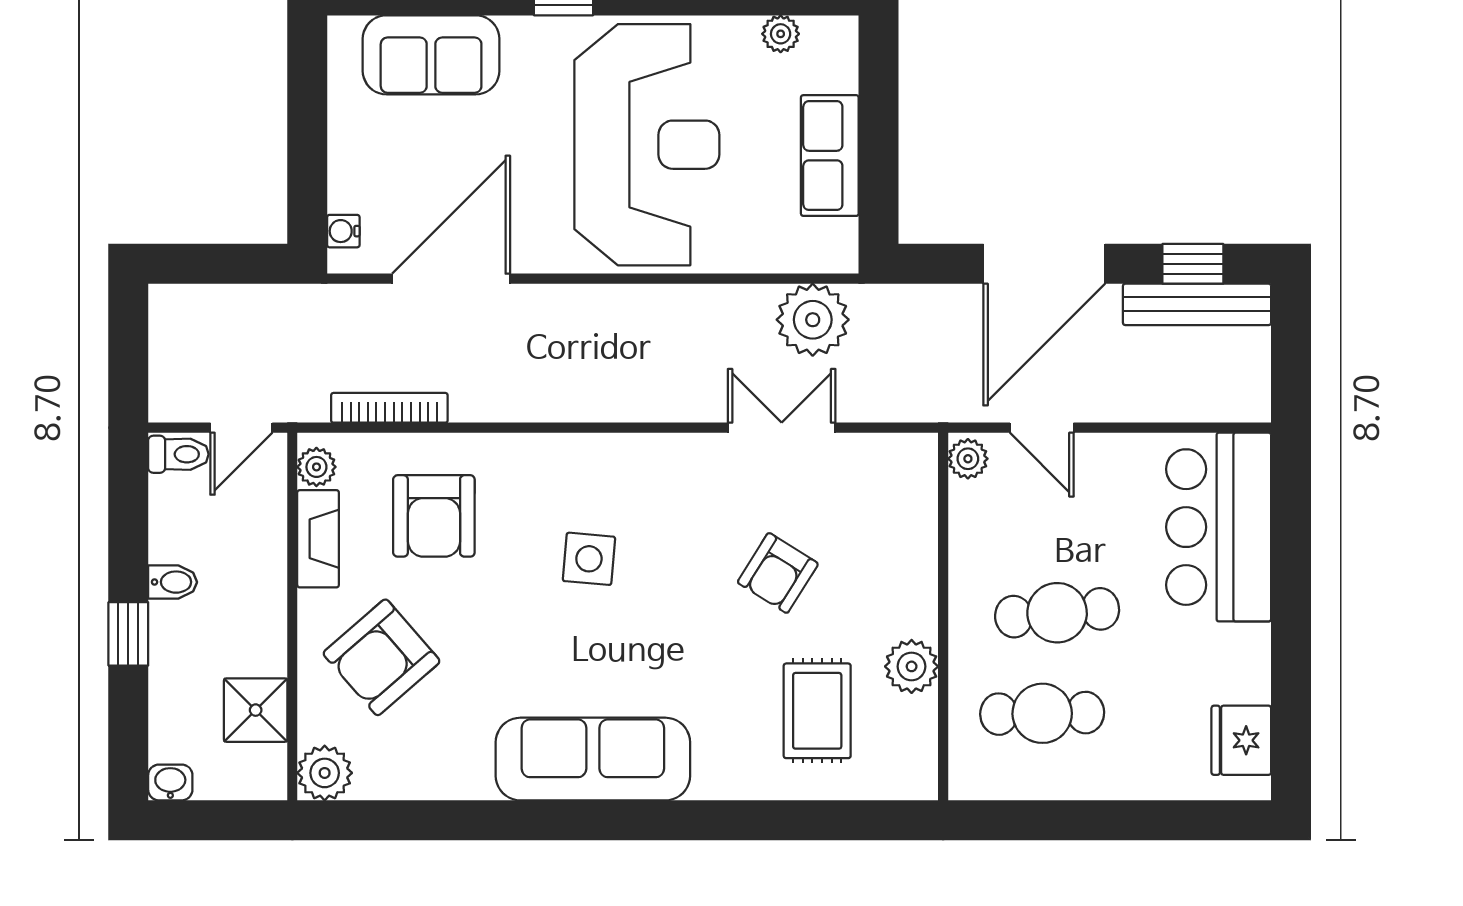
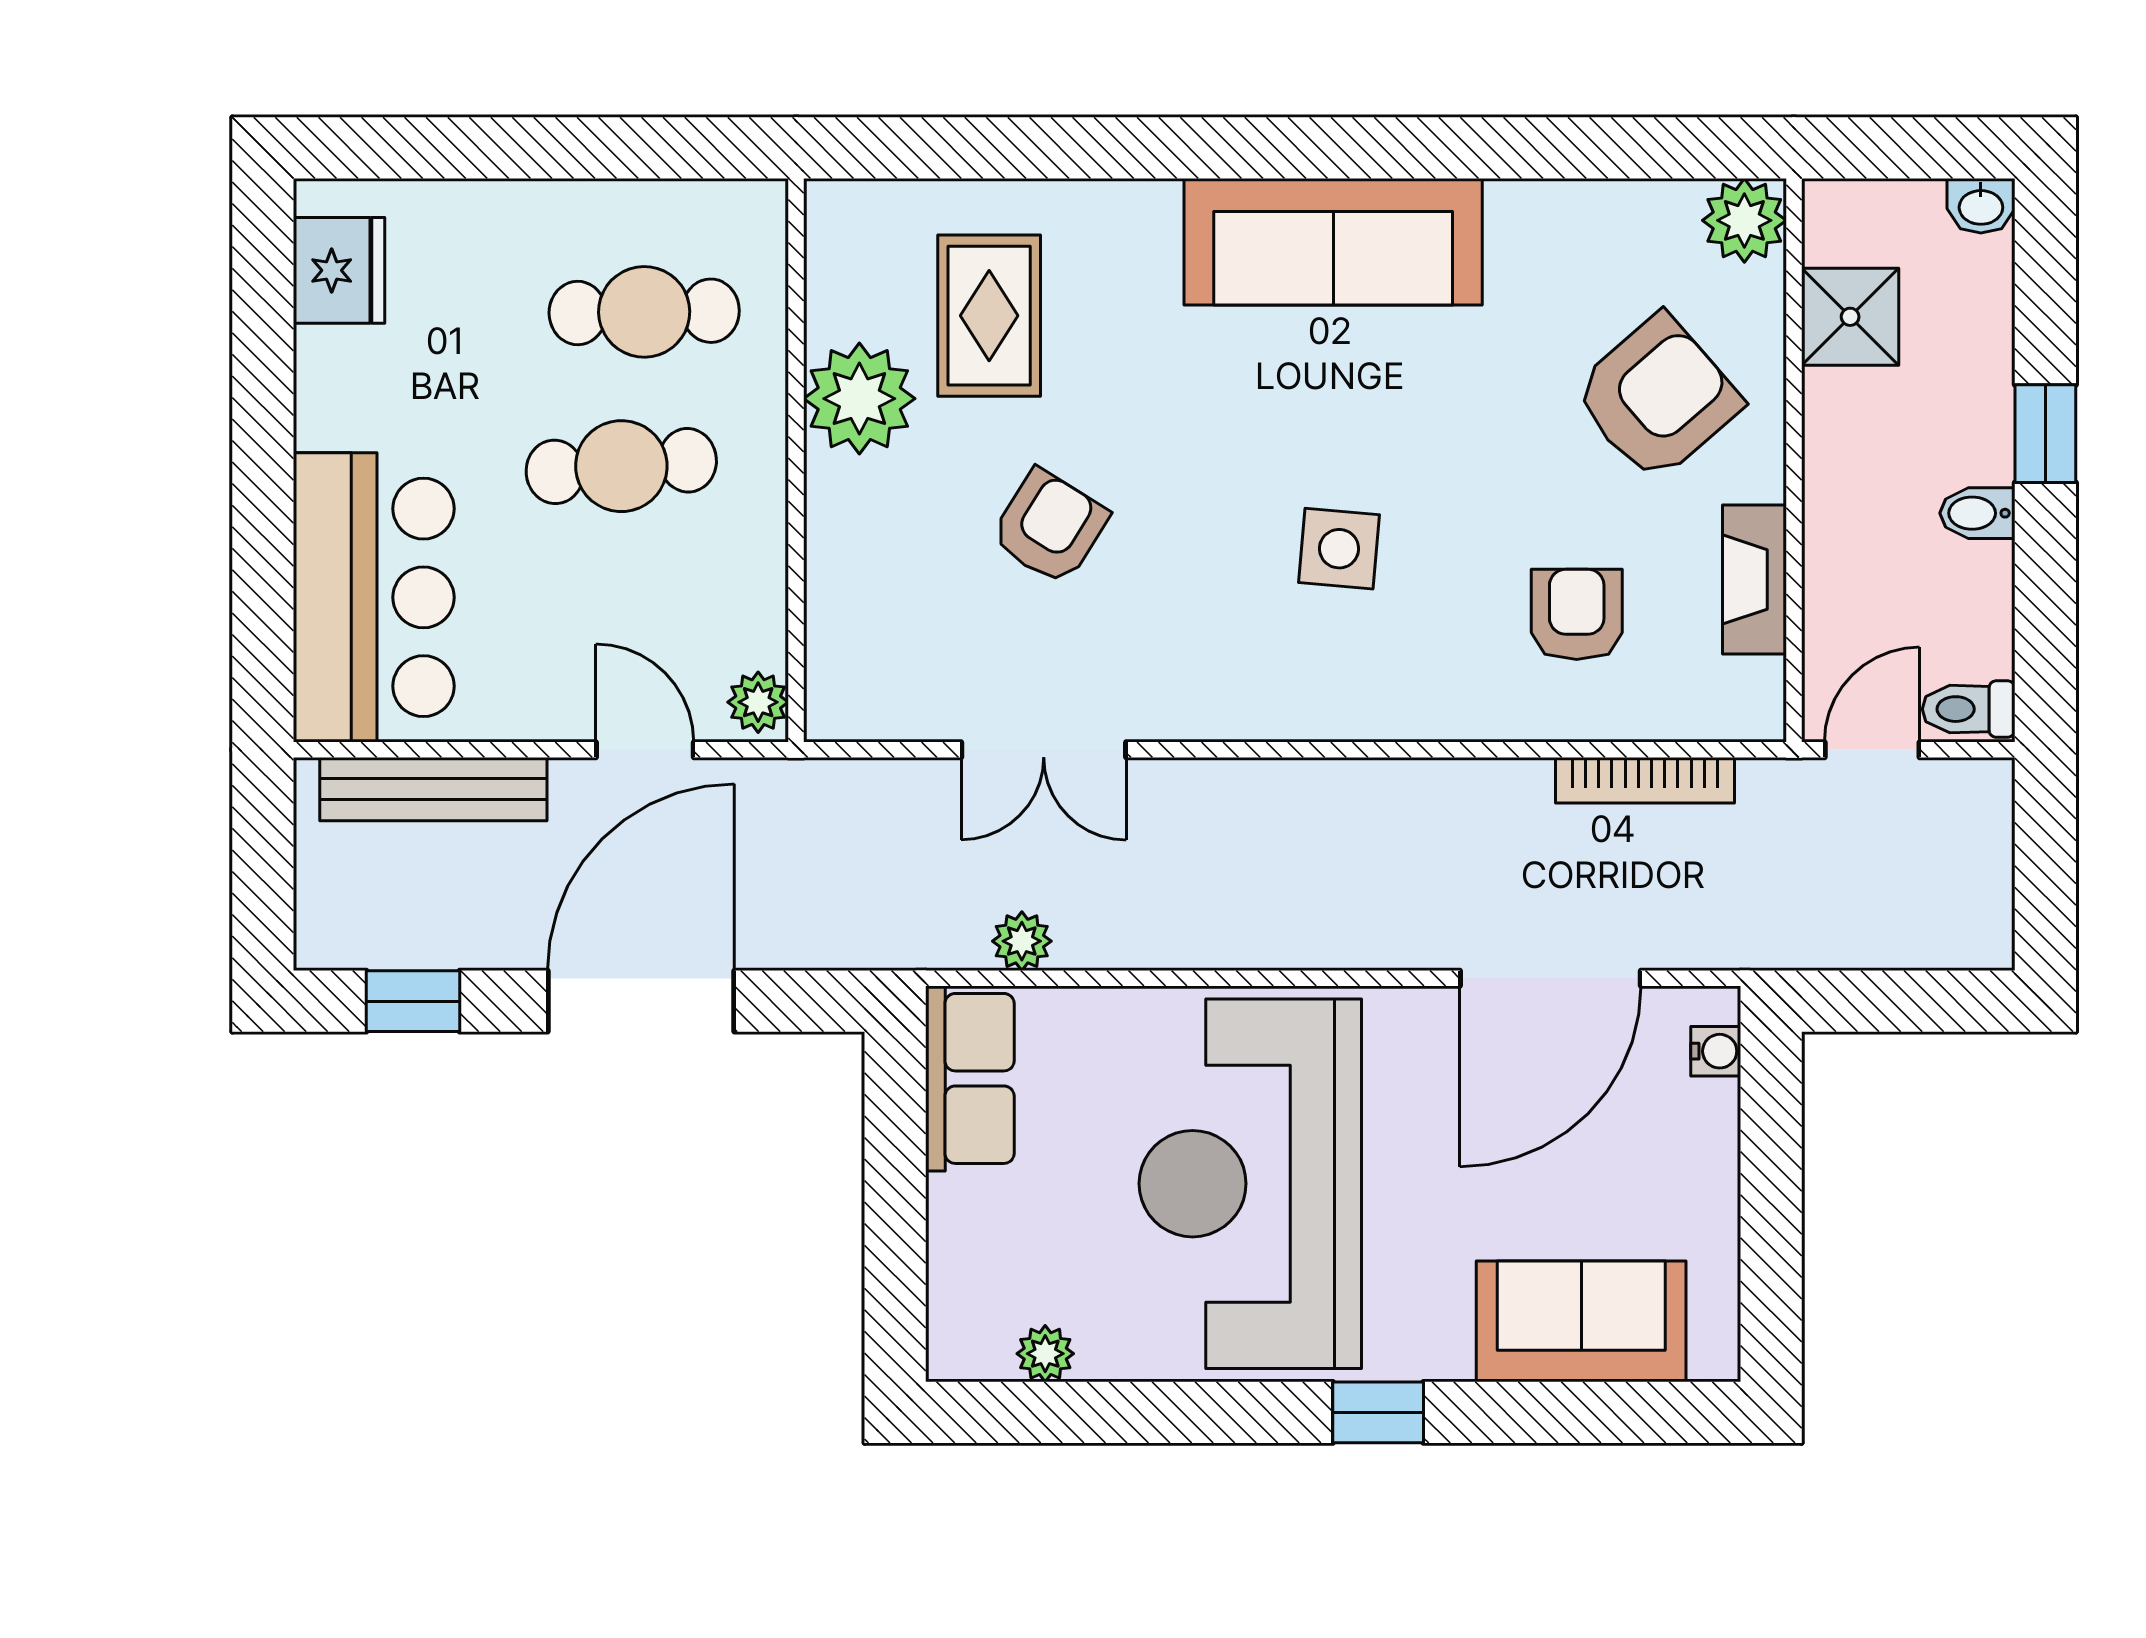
row of seats: (830, 156) -> (970, 1078), moved
bench: (1197, 304) -> (433, 789), moved
plant: (813, 320) -> (1022, 941), width x0.53, depth x0.53
plant: (316, 467) -> (1757, 690), removed
armchair: (434, 516) -> (1577, 614), width x0.72, depth x0.72
plant: (912, 666) -> (859, 399), width x1.36, depth x1.36

